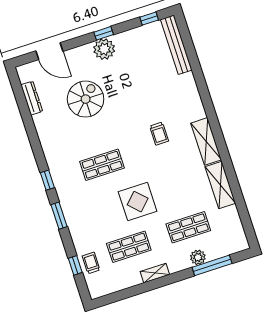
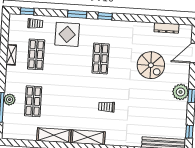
display table: (138, 202) -> (67, 34), moved
window: (75, 265) -> (27, 11), moved
shelving: (155, 273) -> (11, 55), moved

